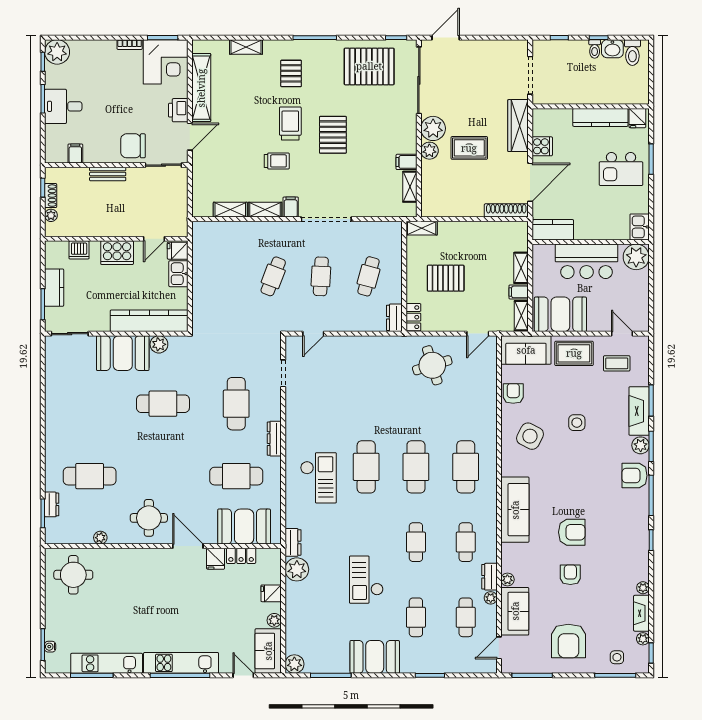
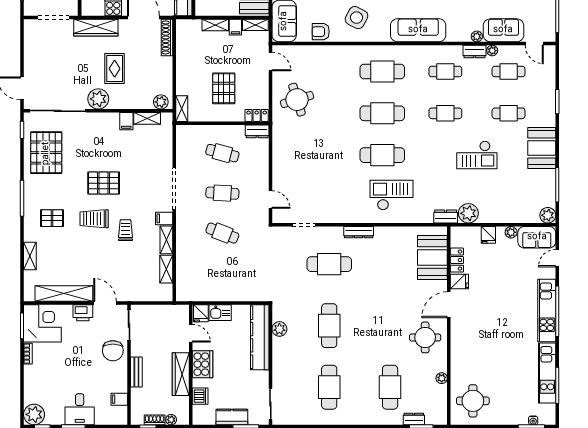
plant: (429, 151) -> (161, 102), moved
wardrobe: (105, 227) -> (181, 374), added
booth: (123, 353) -> (287, 359), removed
cafe table: (236, 476) -> (329, 387), moved

